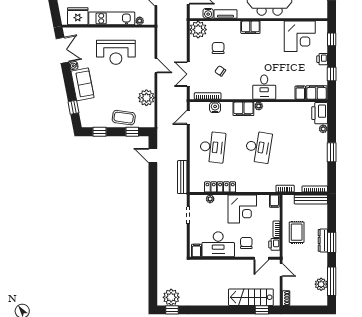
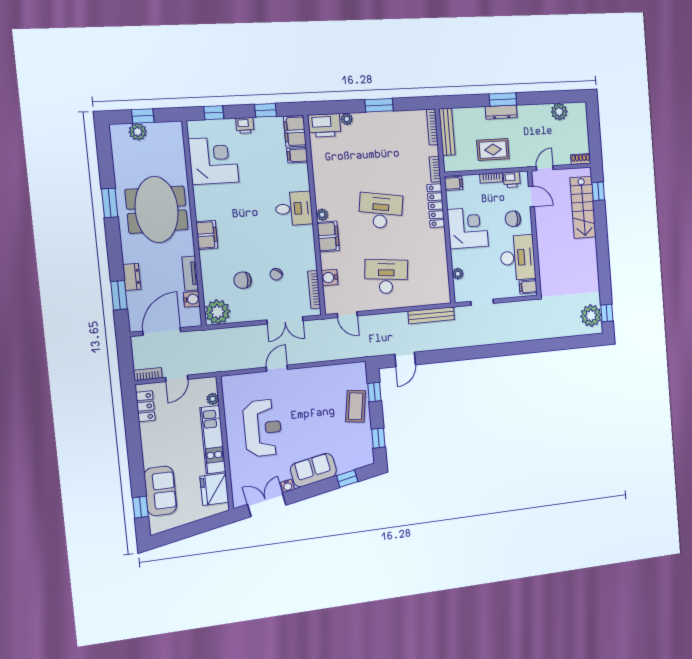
plant: (146, 98) -> (325, 377), removed
locker: (220, 187) -> (436, 206), moved
window: (332, 281) -> (554, 97), removed

